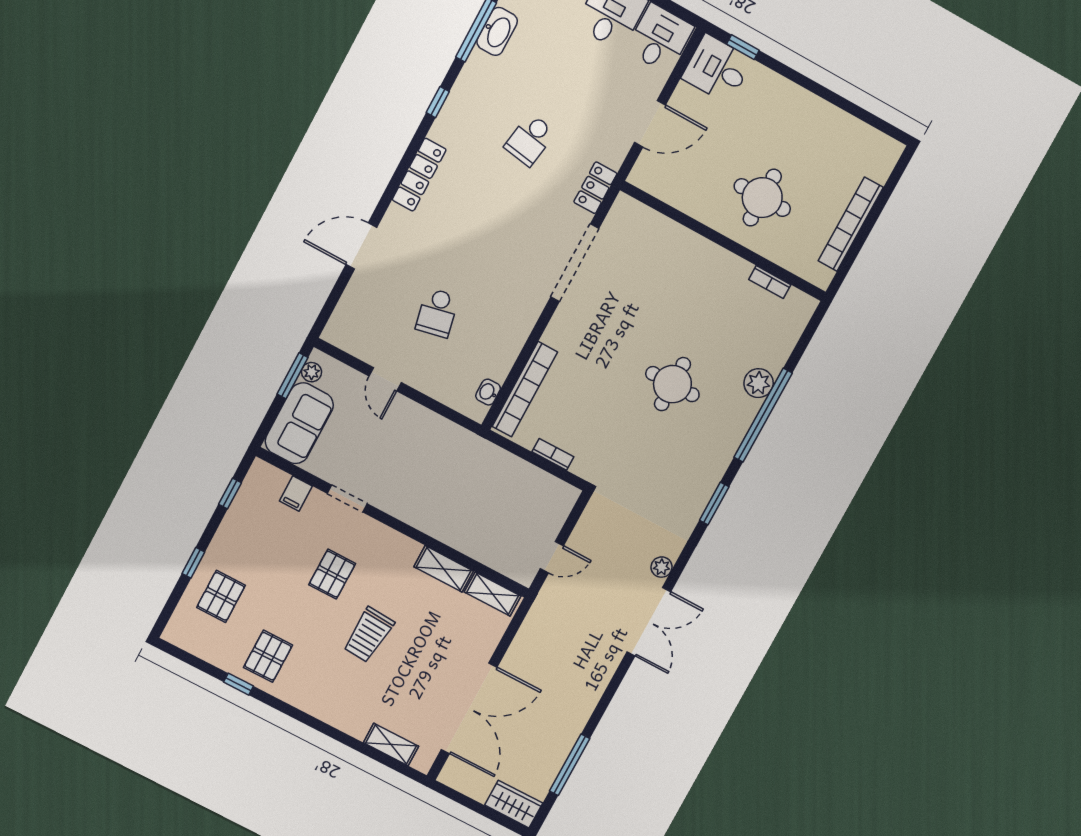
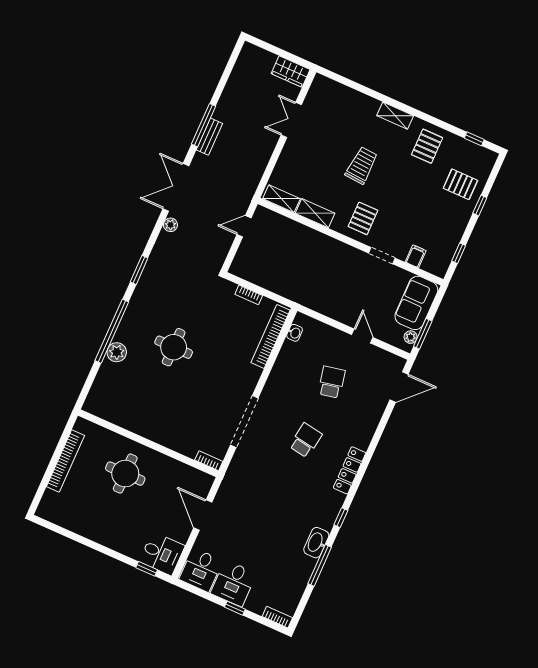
washbasin: (497, 31) -> (316, 543), moved
door: (650, 124) -> (203, 515), hinge flipped
school desk: (530, 140) -> (306, 440), moved
locker: (595, 188) -> (235, 471), removed
door: (361, 246) -> (399, 387), moved
bookcase: (770, 282) -> (209, 461), moved
pallet: (332, 574) -> (363, 218), moved
pallet: (221, 596) -> (460, 184), turned 90
window: (238, 684) -> (474, 139), moved
bench: (593, 692) -> (209, 137), added
double door: (469, 708) -> (291, 120), width x0.54
shelving: (391, 744) -> (395, 116), moved
window: (570, 765) -> (204, 125), moved
wardrobe: (514, 804) -> (291, 72), moved

